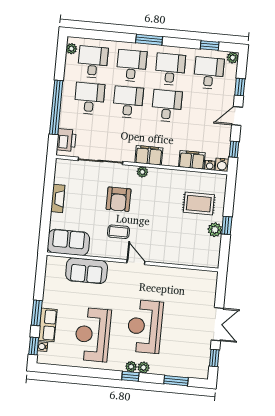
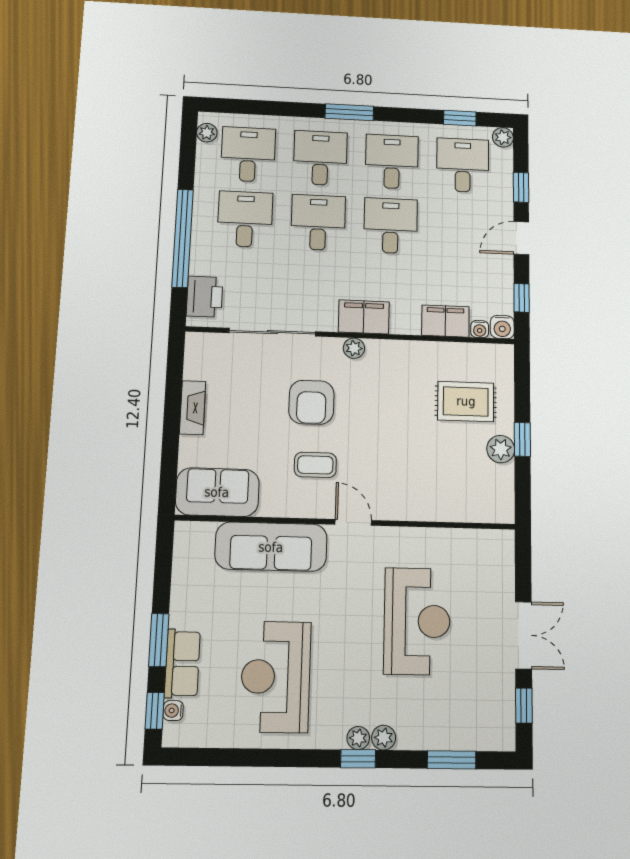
sofa: (87, 271) -> (271, 547), width x1.36
reception desk: (145, 326) -> (417, 621), moved, turned 180

